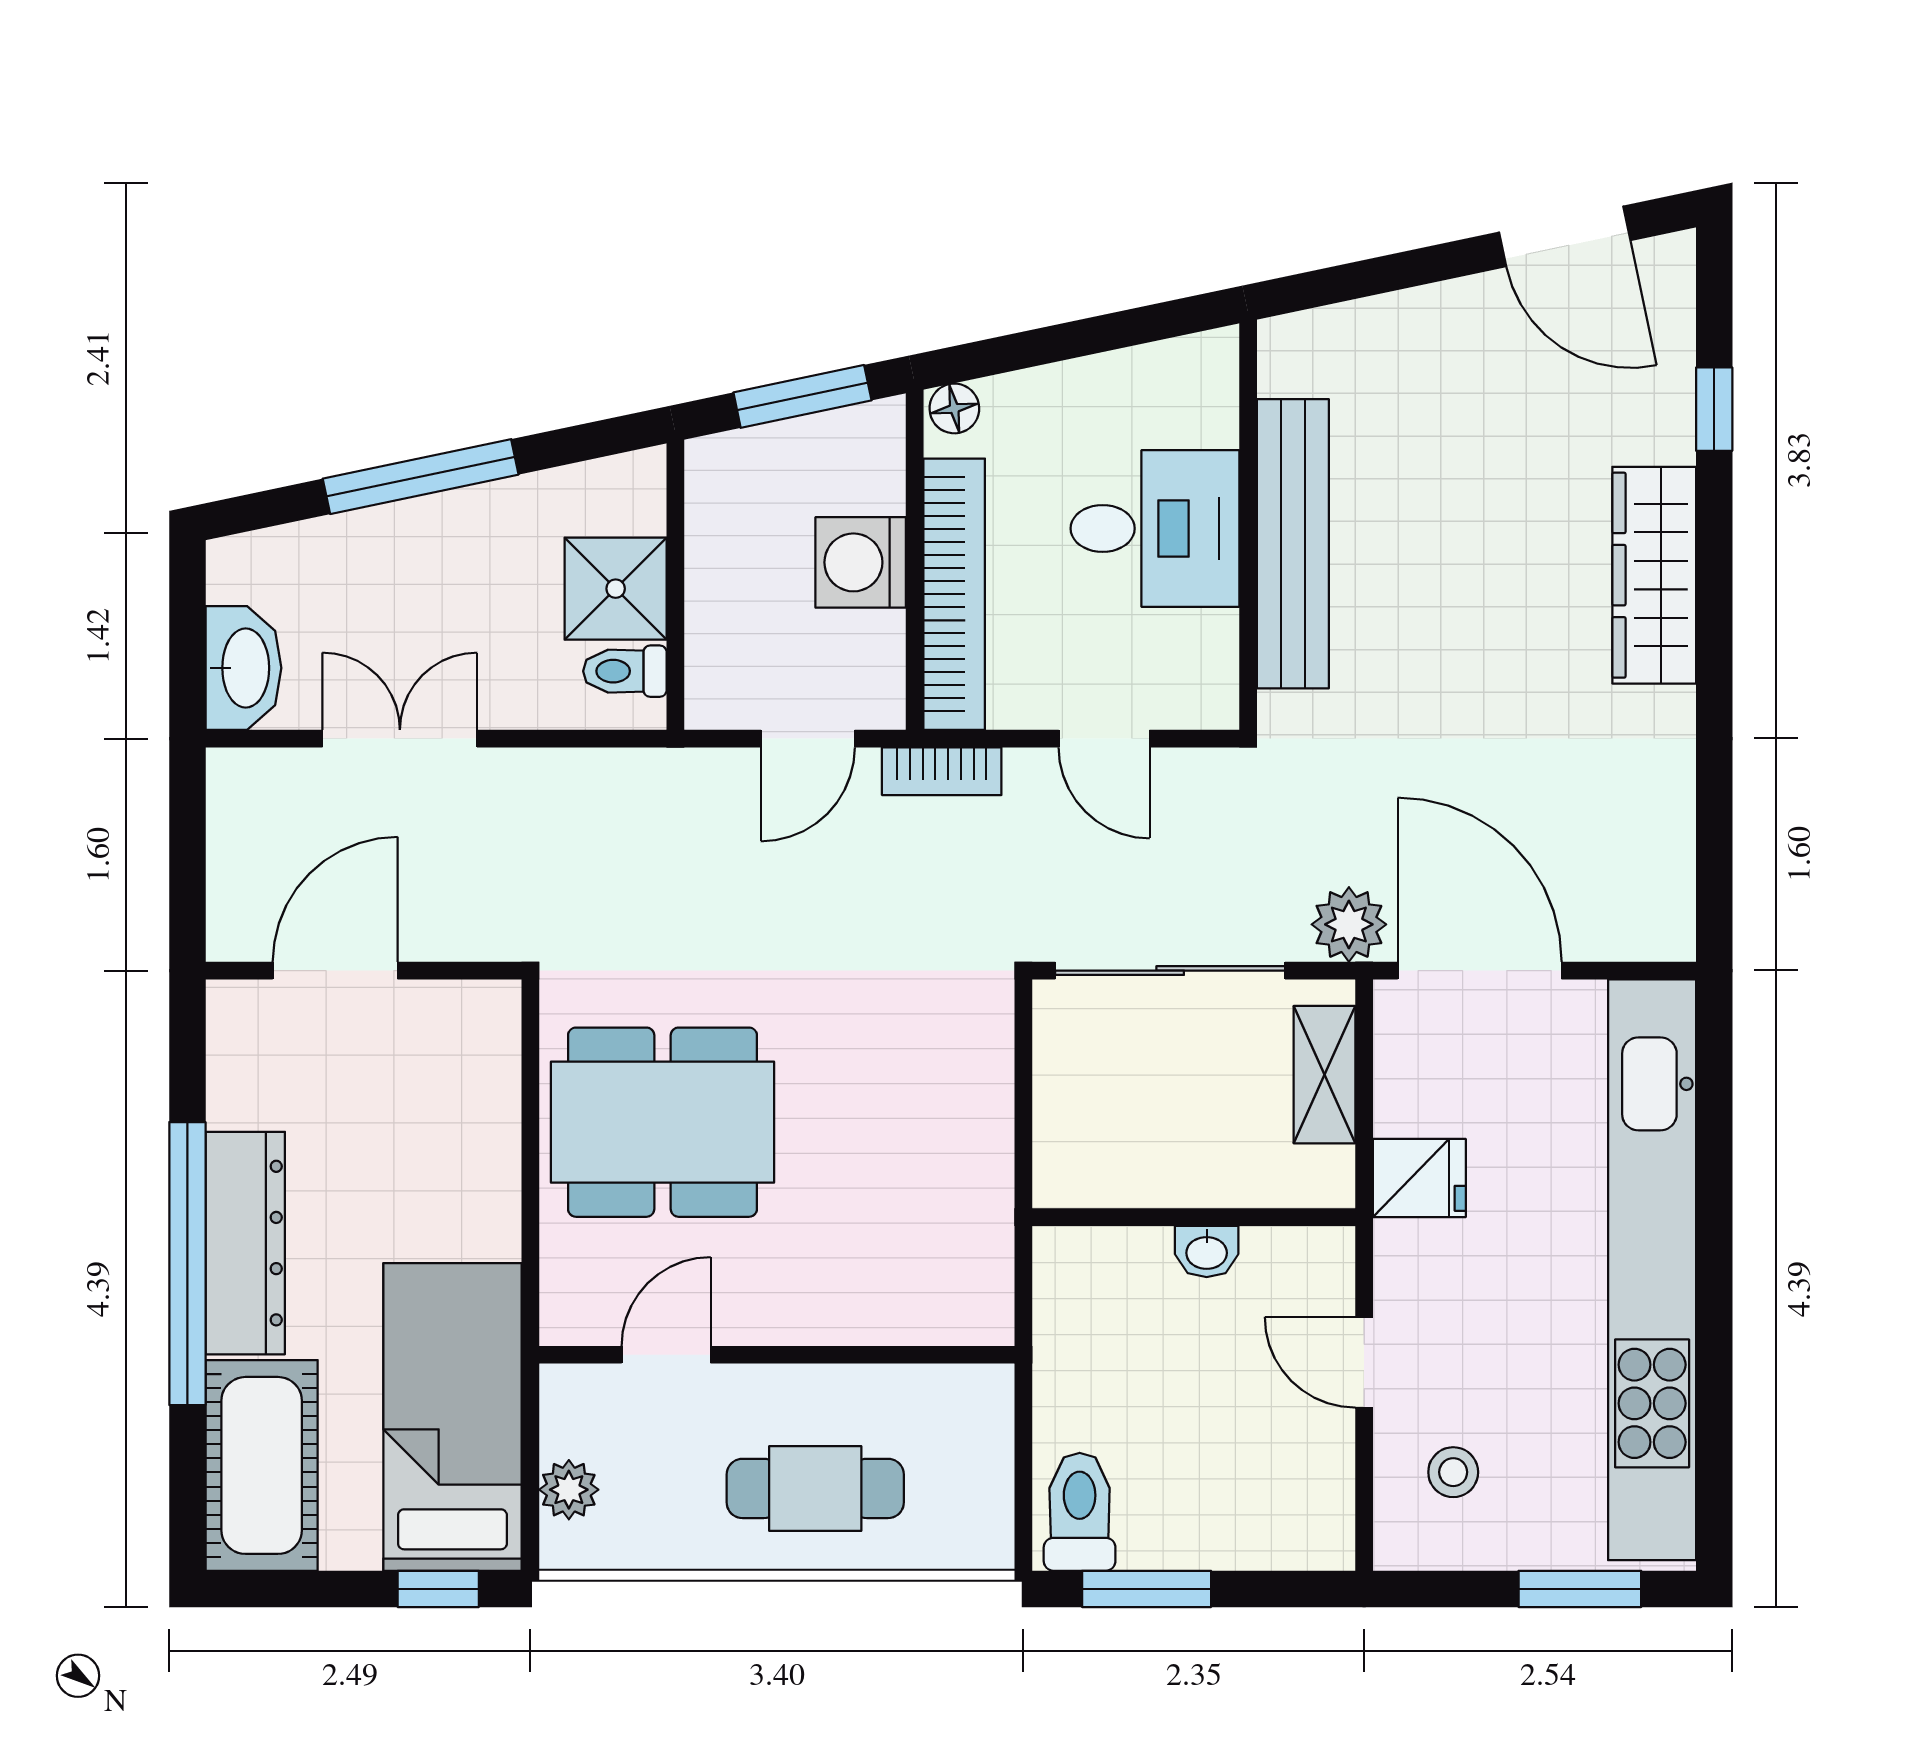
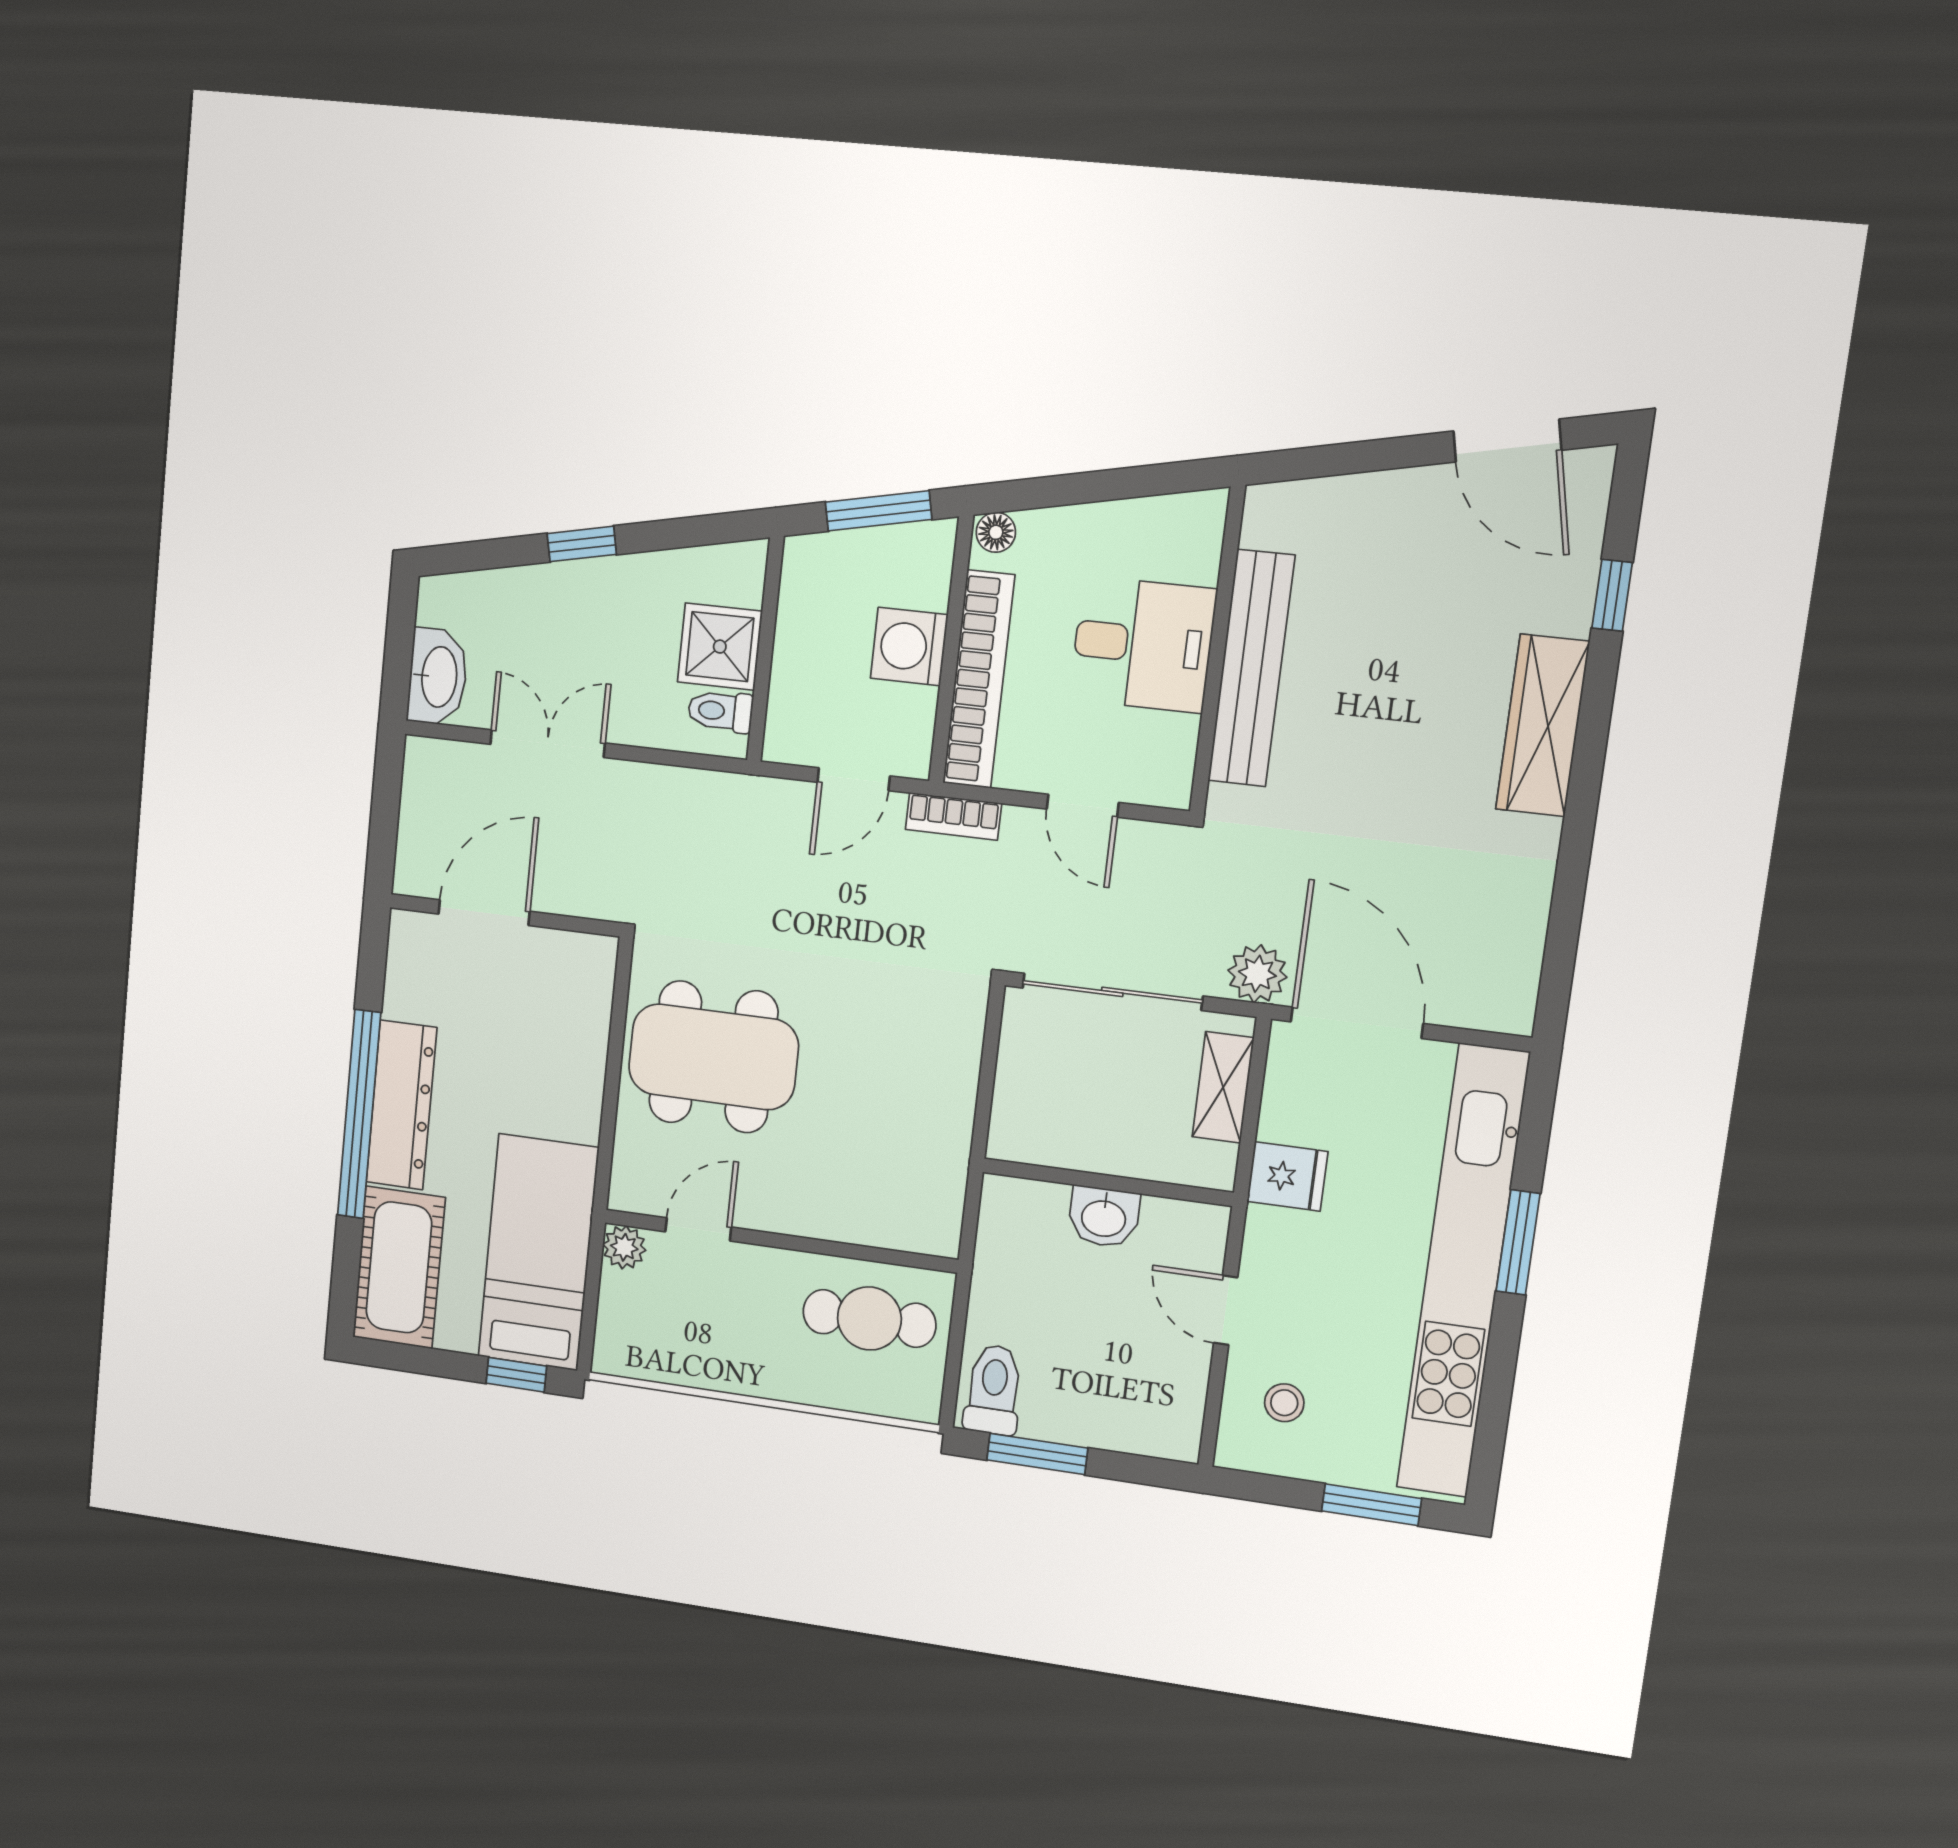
window: (421, 477) -> (582, 544), width x0.46
window: (1714, 1222) -> (1518, 1242), added
washbasin: (1207, 1251) -> (1104, 1217), width x1.38, depth x1.45
cafe table: (815, 1488) -> (869, 1318), moved
plant: (569, 1490) -> (624, 1247), moved

